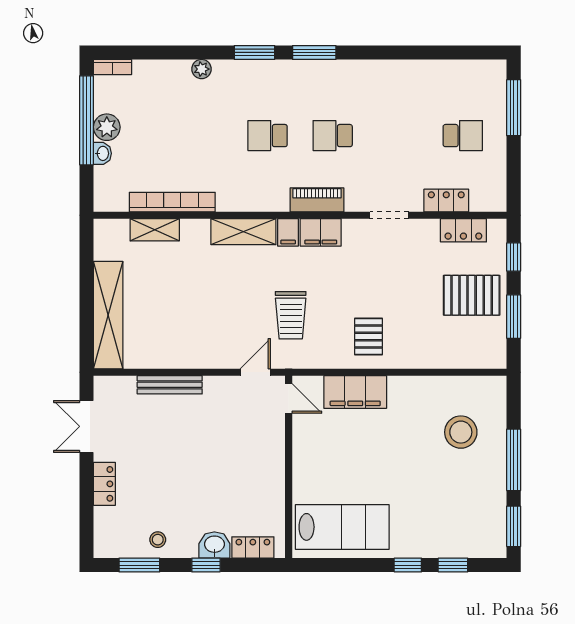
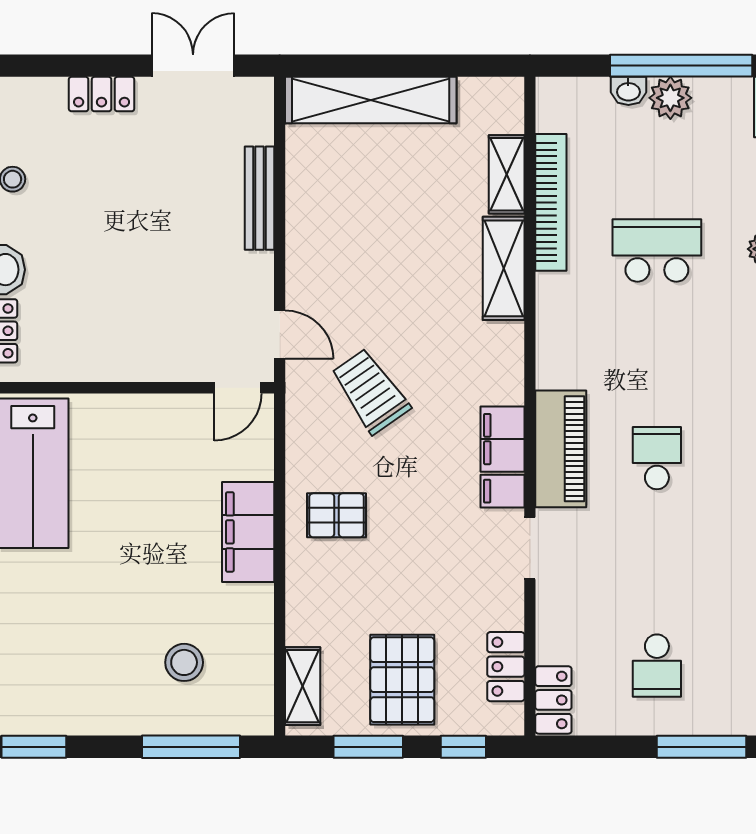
school desk: (268, 136) -> (657, 251), moved, width x1.85
piano: (317, 200) -> (561, 449), width x1.37, depth x1.33
locker: (446, 200) -> (553, 700), moved
shelving: (243, 232) -> (504, 268), moved
filing cabinet: (288, 232) -> (502, 491), moved
trolley: (291, 315) -> (370, 391), turned 55
shelving: (476, 358) -> (303, 686), added
filing cabinet: (355, 392) -> (248, 532), moved
stool: (461, 432) -> (184, 662), width x0.73, depth x0.73
window: (514, 460) -> (191, 747), moved

